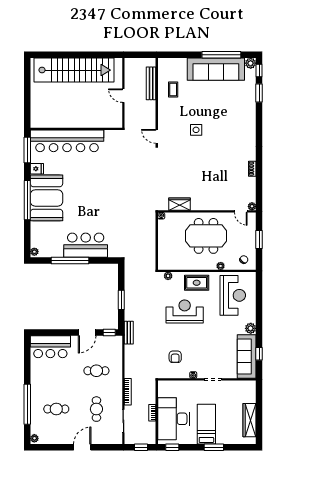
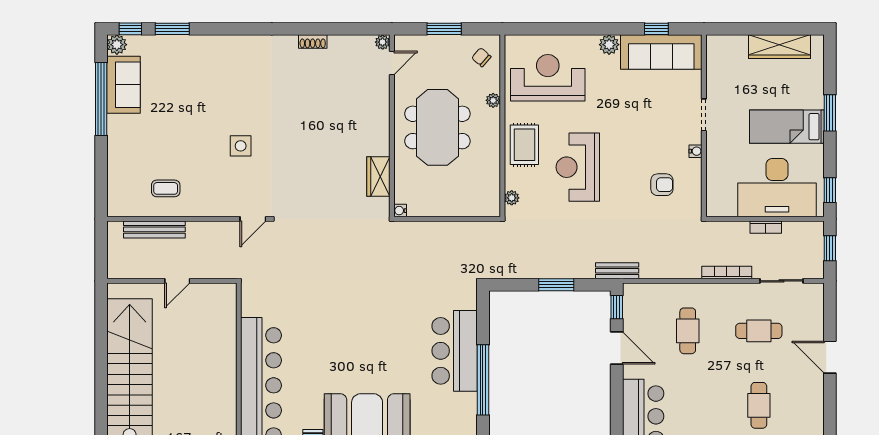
sofa: (216, 69) -> (123, 85), width x0.54, depth x0.79

